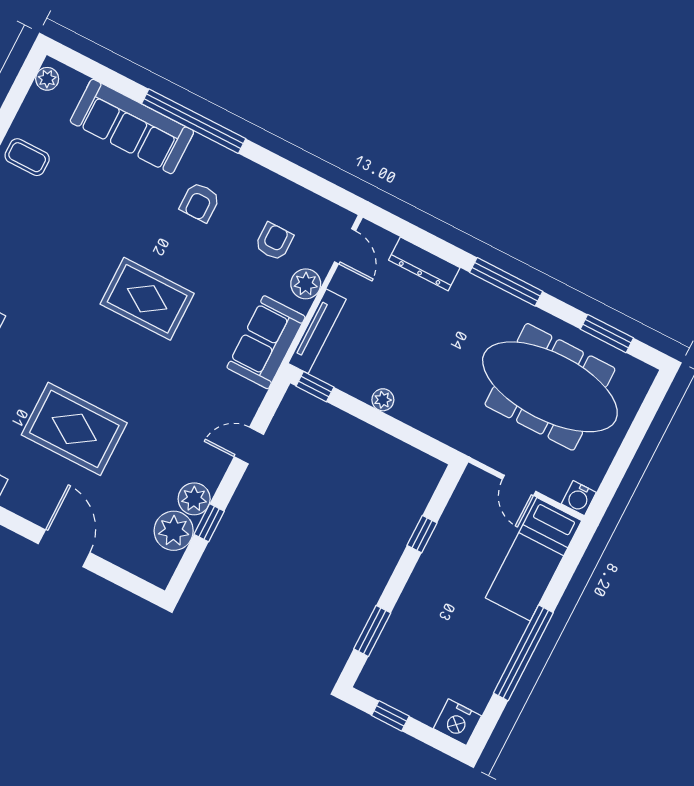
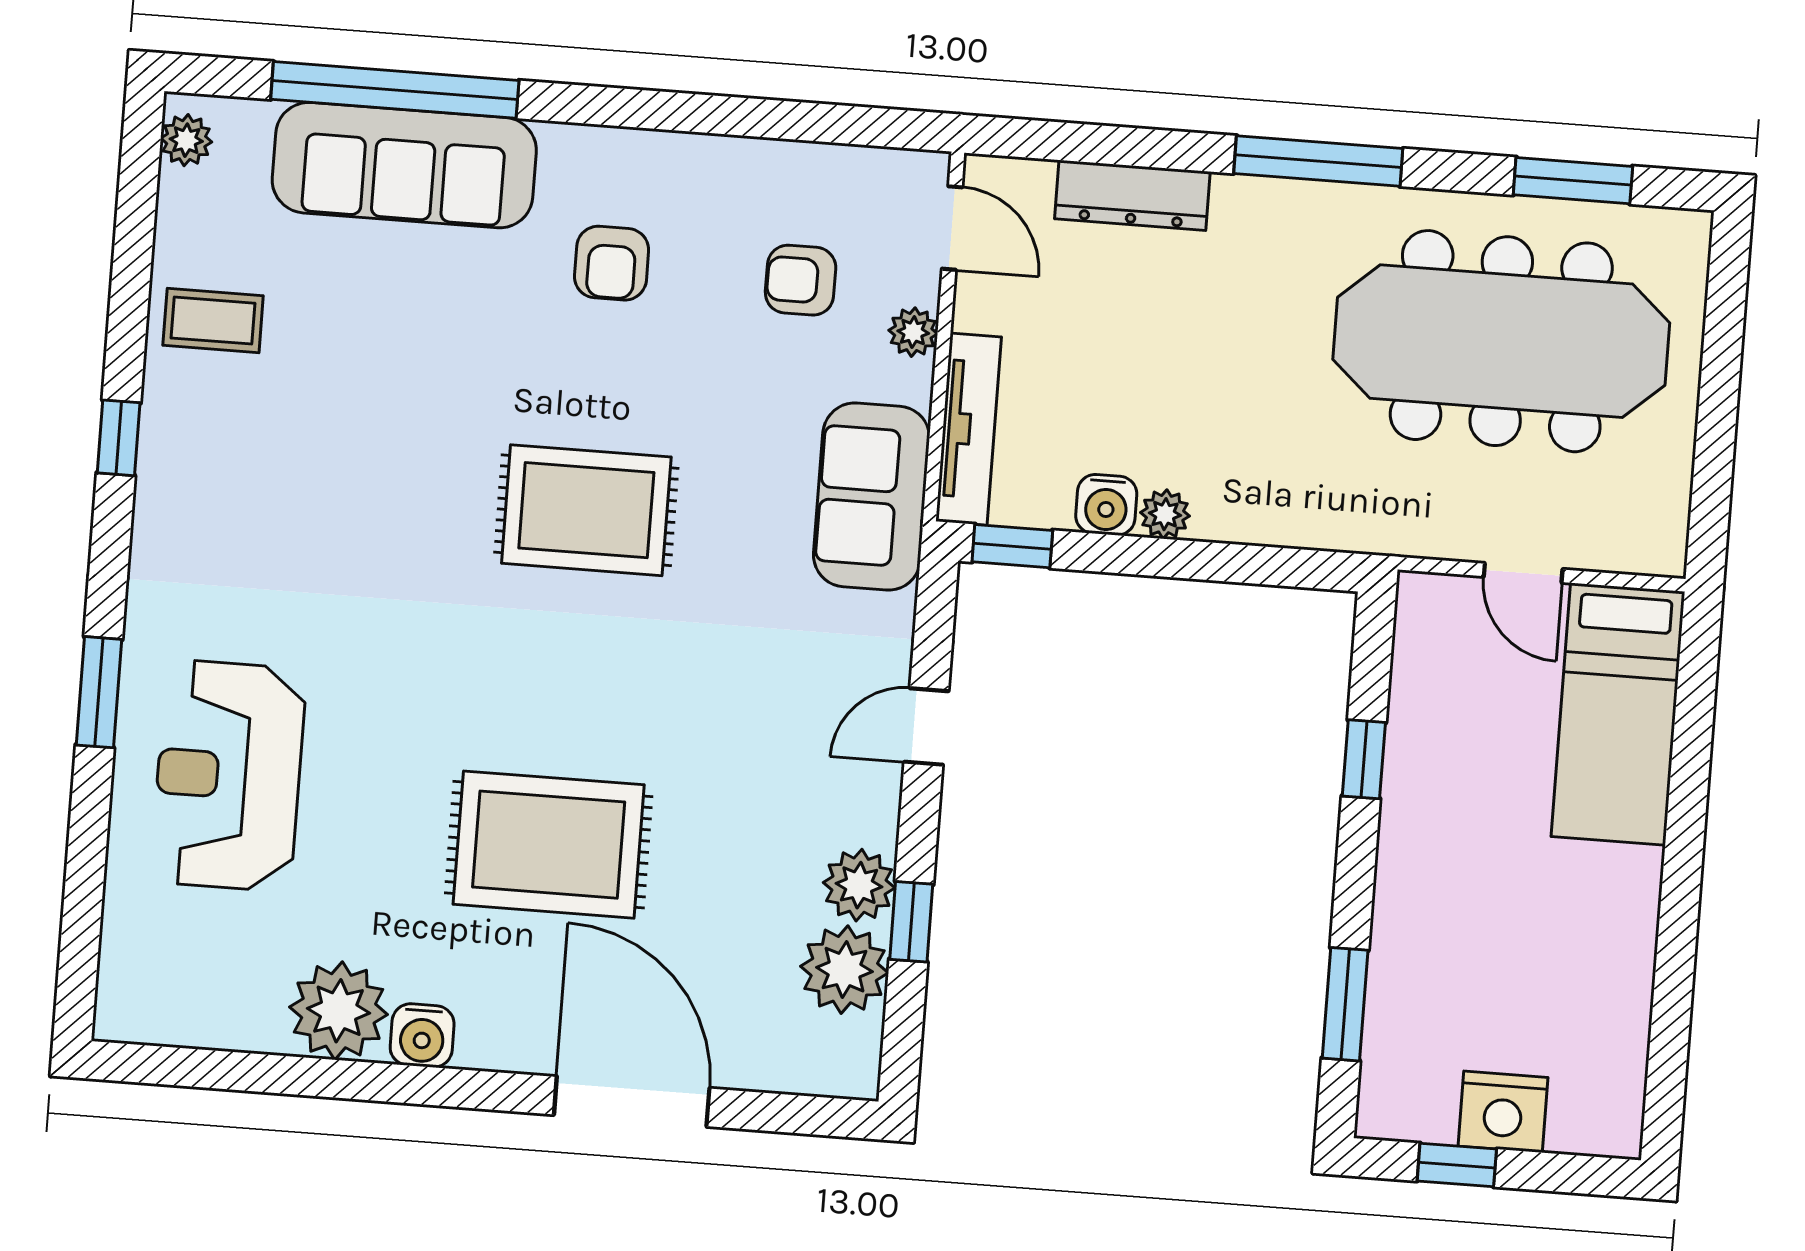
window: (194, 121) -> (395, 90), moved
armchair: (274, 242) -> (801, 280), turned -90
plant: (306, 284) -> (913, 332), width x0.73, depth x0.73
water cooler: (579, 498) -> (1106, 505), moved
door: (64, 548) -> (632, 1102), width x1.36
window: (523, 653) -> (1679, 918), removed
nightstand: (457, 722) -> (1503, 1112), moved

